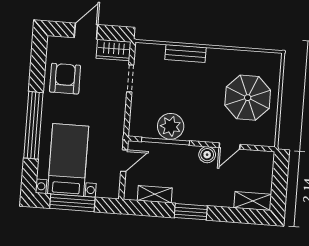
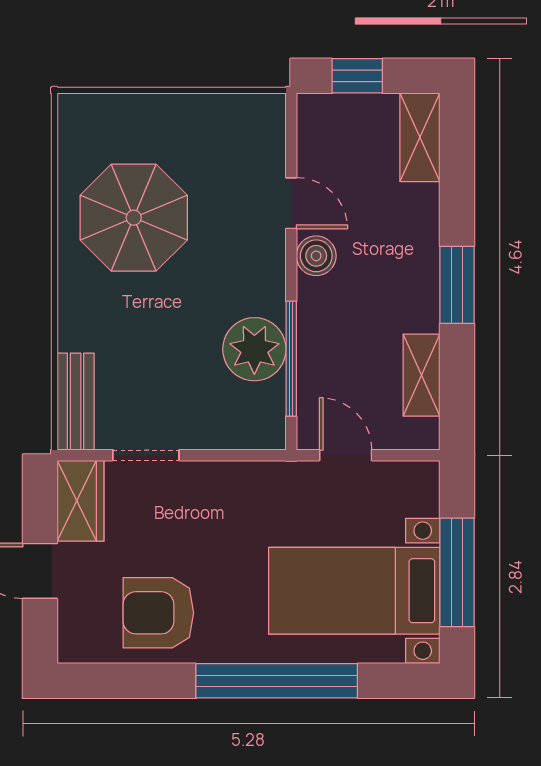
bench: (185, 53) -> (76, 402), moved
parasol: (248, 98) -> (134, 218), moved
window: (280, 177) -> (357, 76), added

